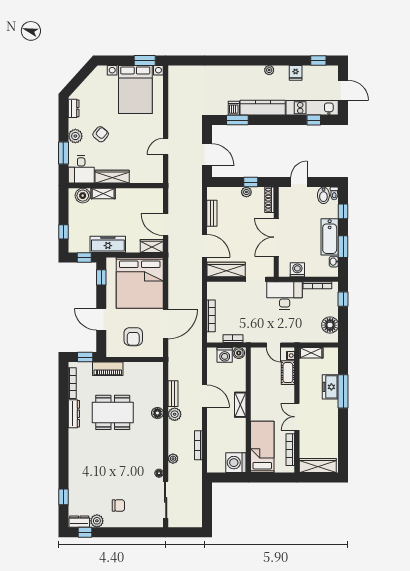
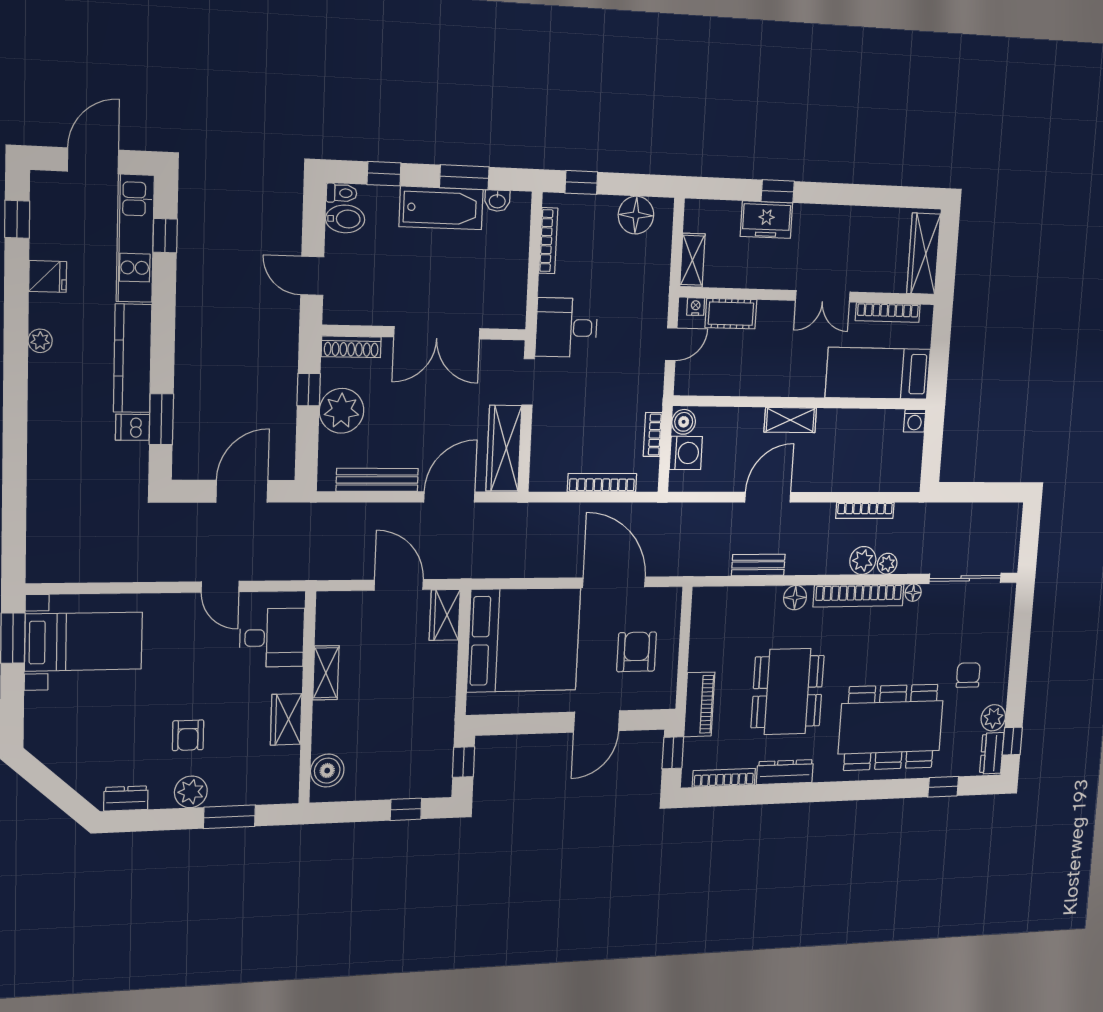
bed with nightstands: (135, 90) -> (84, 642), width x0.73
armchair: (101, 134) -> (188, 735), turned -130
desk: (81, 169) -> (272, 638), moved
wardrobe: (112, 177) -> (286, 719), width x0.67
plant: (246, 192) -> (342, 411), width x1.87, depth x1.87
shelving: (103, 194) -> (326, 673), moved
bench: (212, 213) -> (377, 480), width x1.36
door: (166, 225) -> (399, 585), swing flipped
freezer: (108, 244) -> (437, 712), removed
washing machine: (297, 270) -> (512, 286), removed
window: (101, 277) -> (508, 724), removed
desk: (285, 296) -> (566, 328), width x0.73
armchair: (133, 337) -> (637, 652), turned -90
window: (343, 391) -> (778, 191), width x0.46
plant: (175, 414) -> (863, 560), moved
bookcase: (158, 445) -> (859, 596), added
washing machine: (236, 463) -> (915, 421), width x0.53, depth x0.53
dining table: (94, 467) -> (891, 727), added

